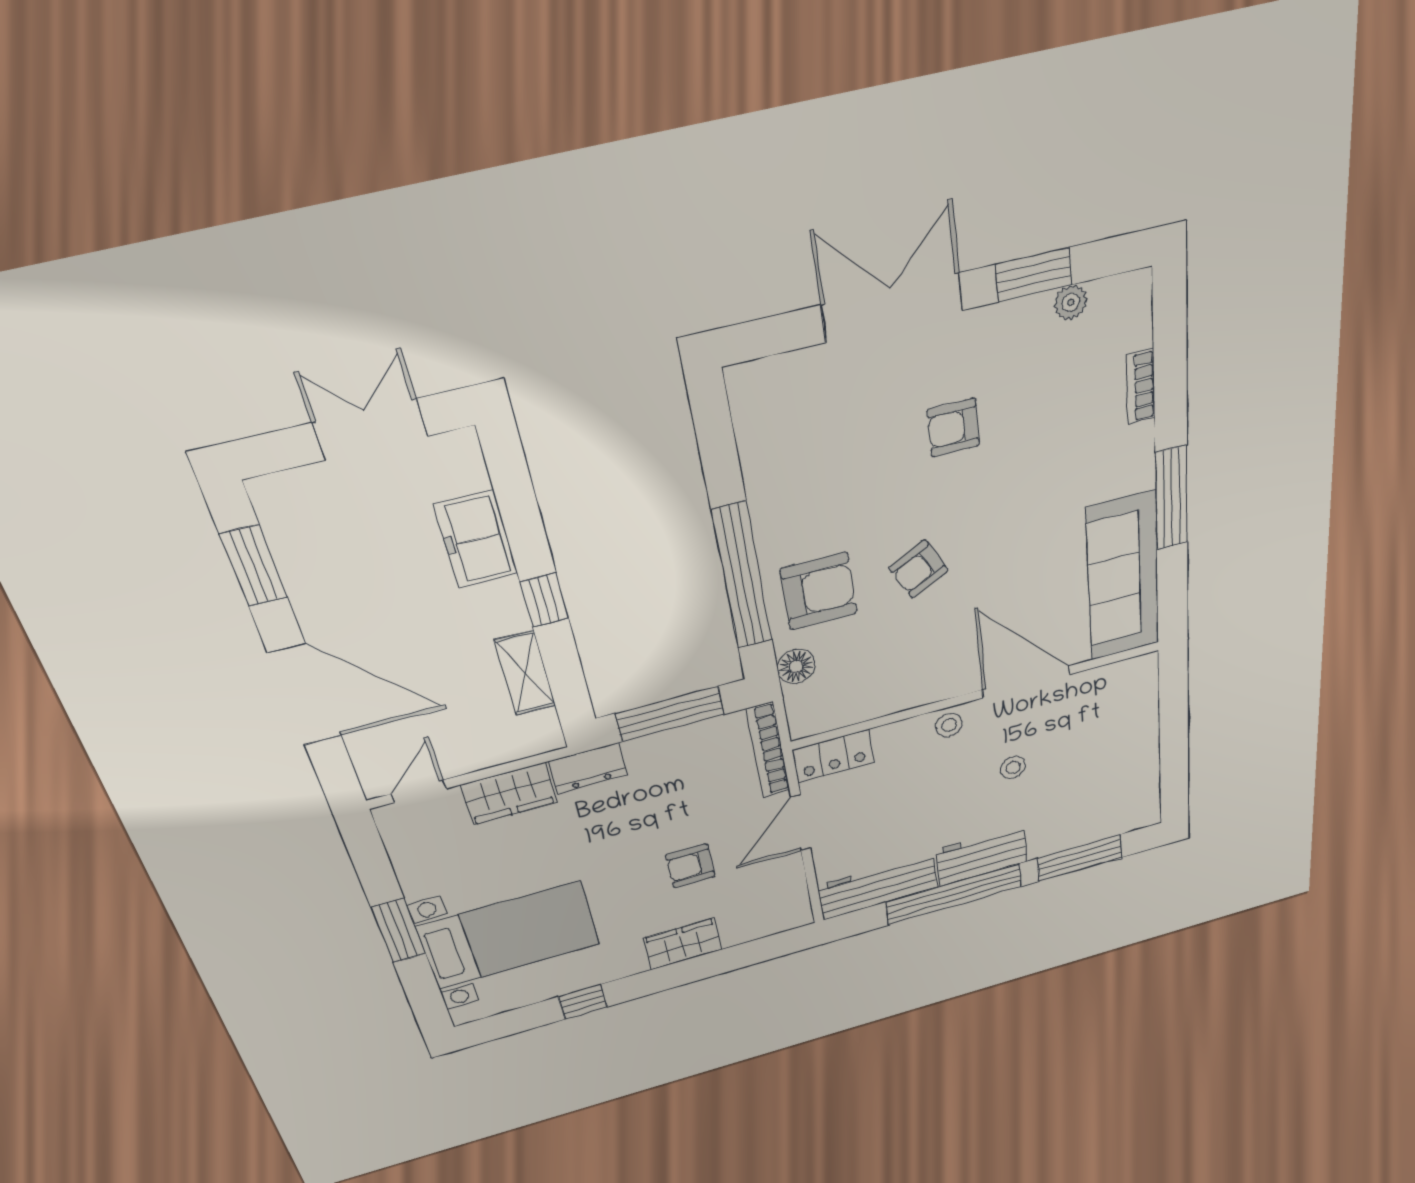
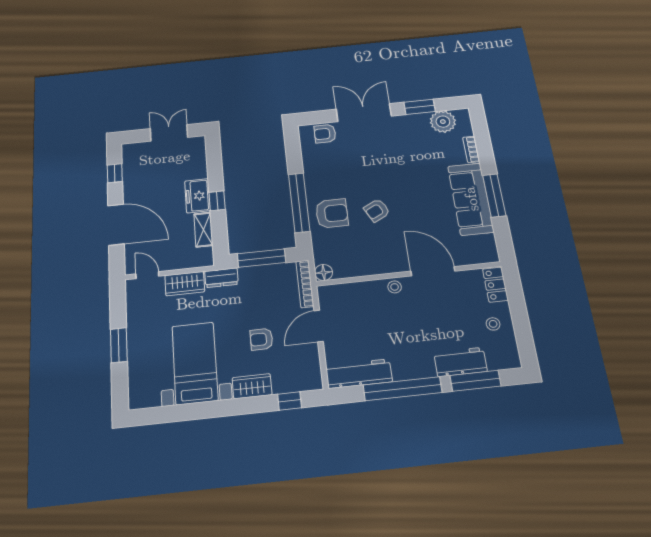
plant: (1071, 302) -> (443, 122), width x1.88, depth x1.88
armchair: (953, 428) -> (325, 134), moved
freezer: (476, 539) -> (198, 196), moved
window: (254, 566) -> (115, 173), width x0.67
sofa: (1123, 577) -> (471, 199), moved
floor lamp: (796, 666) -> (324, 272), moved
locker: (833, 756) -> (495, 285), moved, turned 90
stool: (1013, 767) -> (493, 324), moved
door: (419, 791) -> (147, 275), hinge flipped
workbench: (982, 855) -> (460, 362), moved
bed with nightstands: (509, 935) -> (195, 363), moved, turned -90
window: (583, 1002) -> (290, 401), moved

